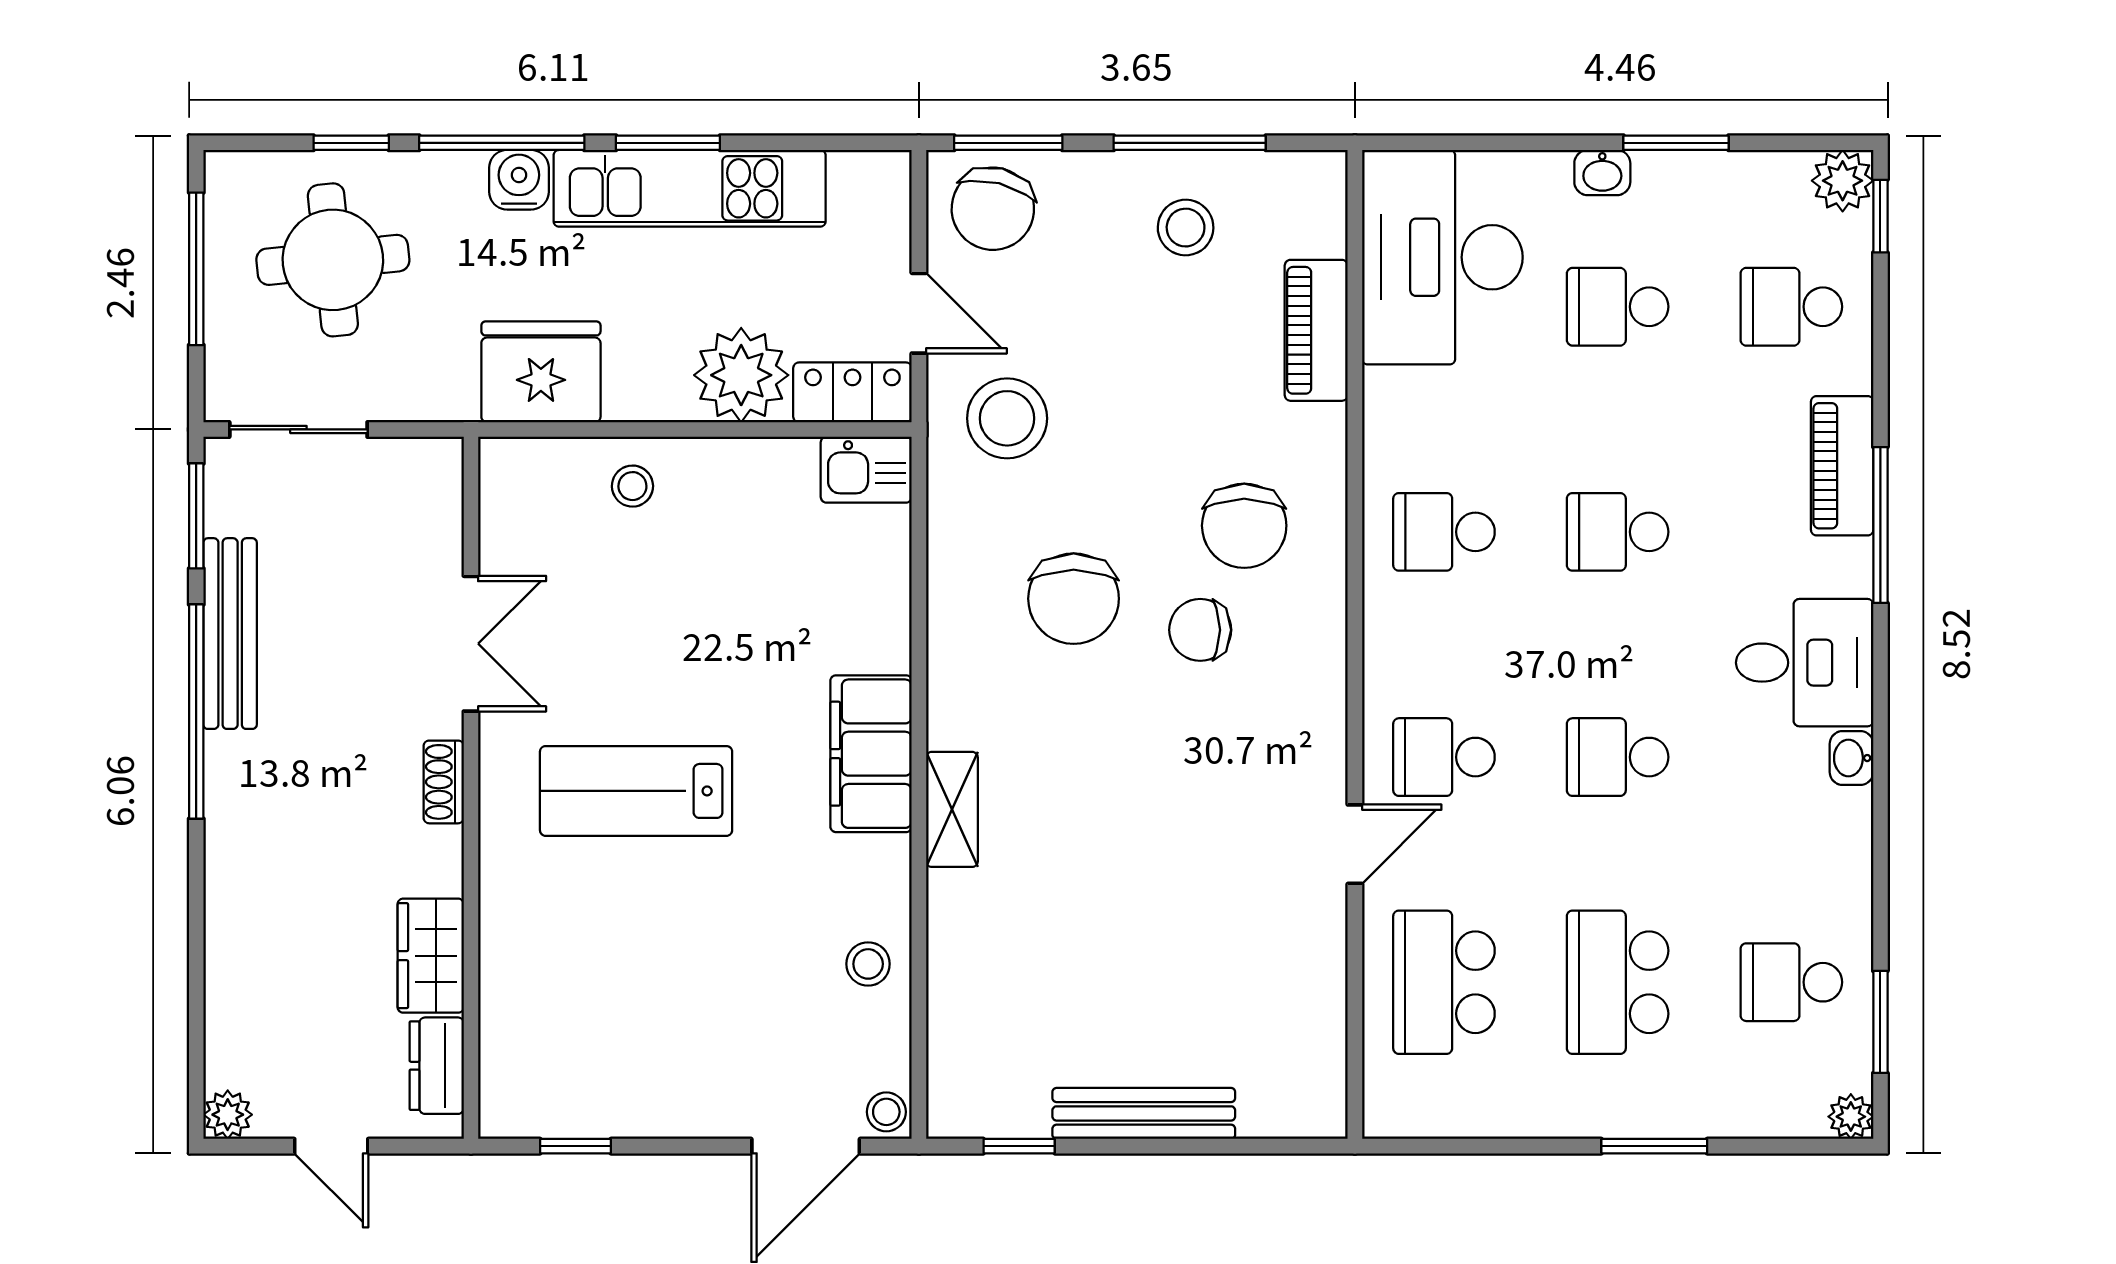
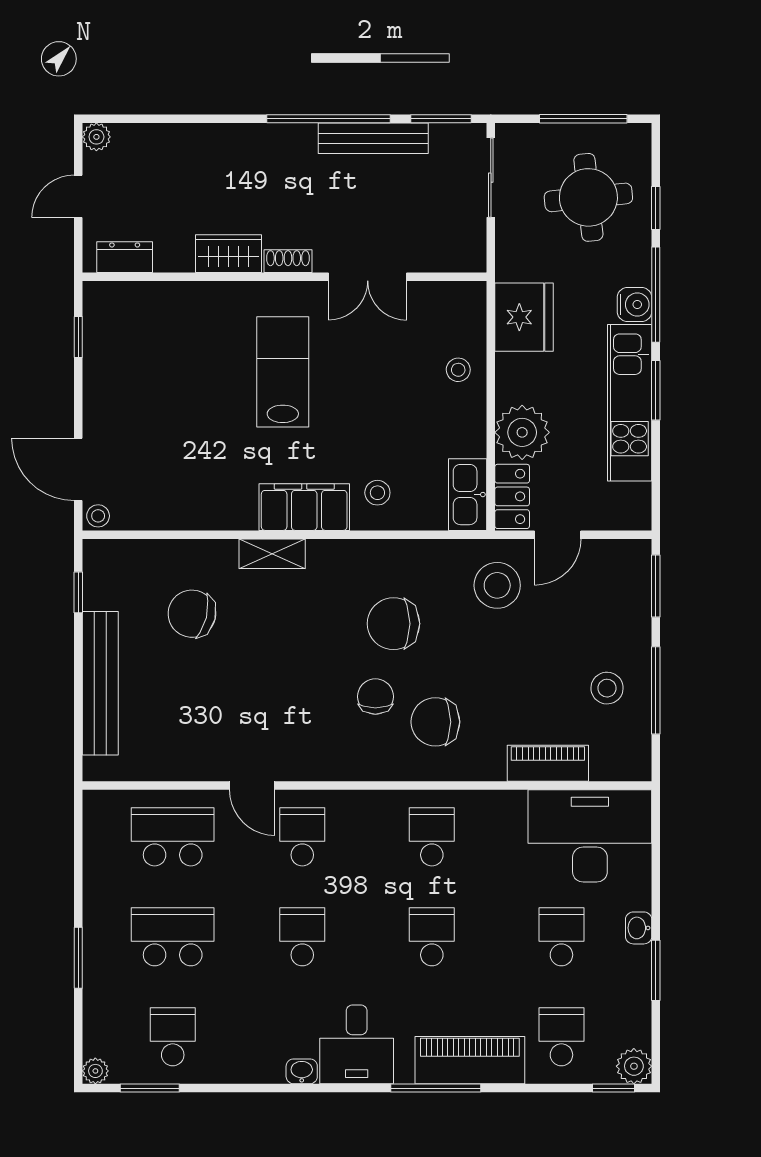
chair: (993, 209) -> (192, 614), moved
piano: (1842, 466) -> (470, 1060), width x1.37, depth x1.33
kitchen sink: (866, 470) -> (468, 495), width x1.38
wardrobe: (431, 956) -> (229, 254), moved
stool: (868, 964) -> (377, 493), moved
bench: (1144, 1113) -> (100, 683), width x1.37, depth x1.21

